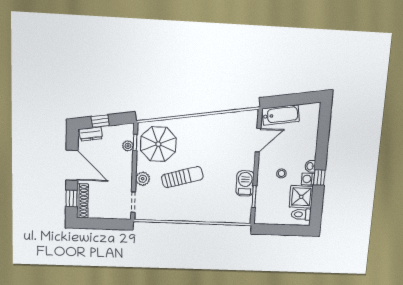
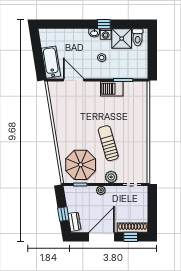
plant: (128, 146) -> (101, 190), moved

